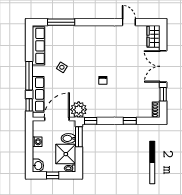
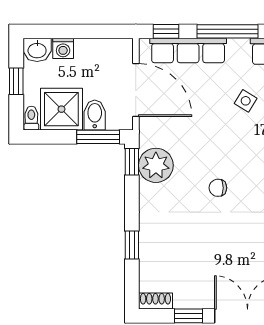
plant: (79, 110) -> (156, 165), moved
washing machine: (37, 142) -> (63, 48), moved

